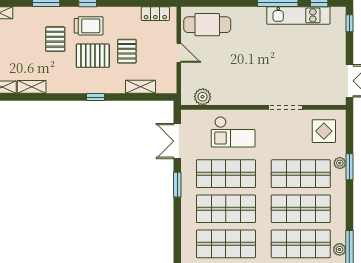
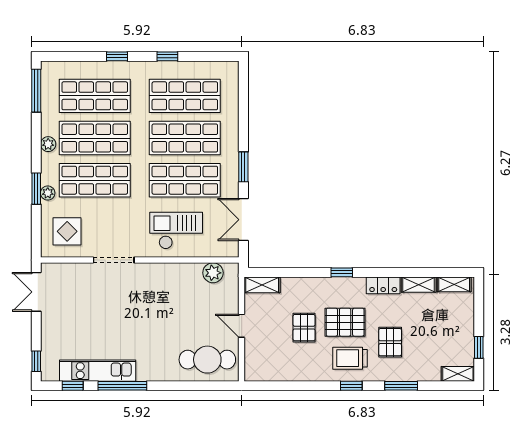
locker: (155, 14) -> (383, 285), moved, turned 180
shelving: (140, 87) -> (262, 285), moved
double door: (177, 141) -> (243, 220), swing flipped
plant: (340, 249) -> (48, 144), moved

